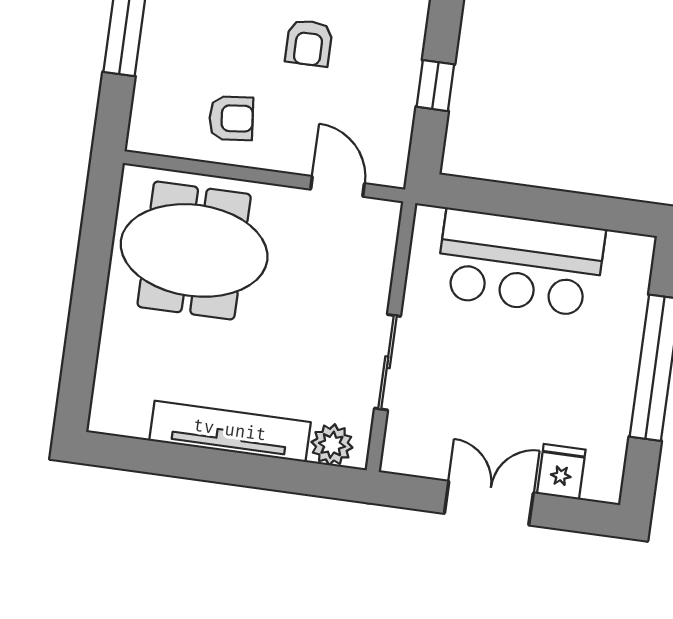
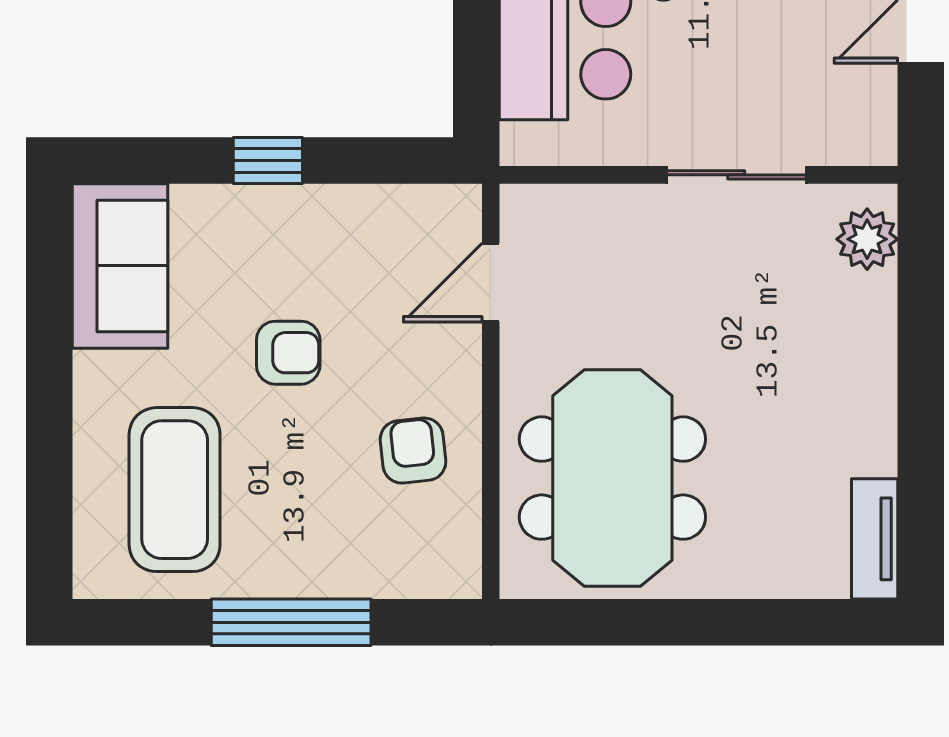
window: (435, 86) -> (268, 160), moved
tv unit: (230, 431) -> (875, 539), moved, width x0.52, depth x0.78

